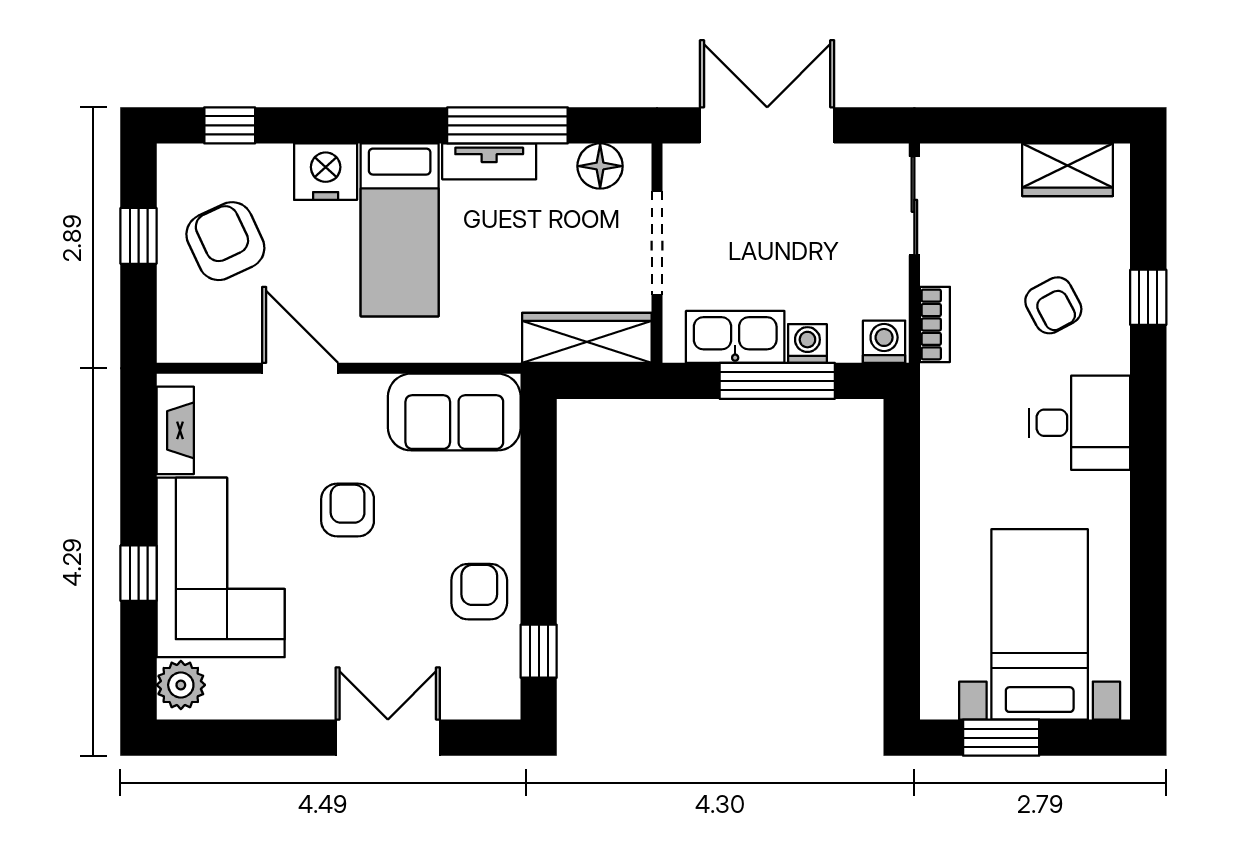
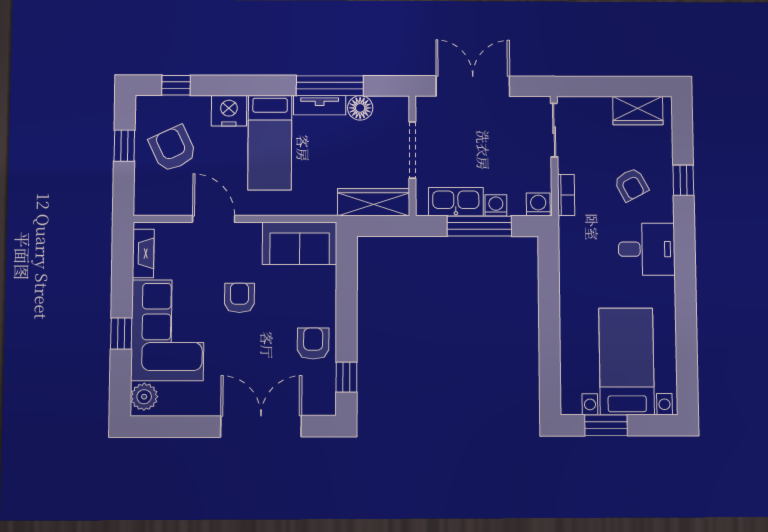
floor lamp: (600, 166) -> (360, 108), moved
double door: (388, 738) -> (261, 426), width x1.37

